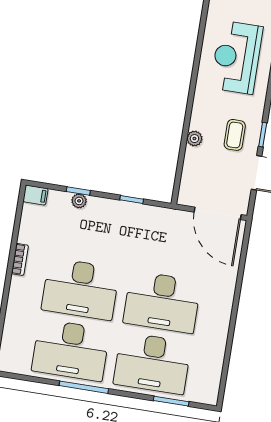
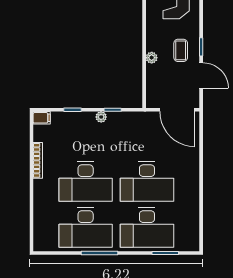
plant: (79, 201) -> (101, 117), moved
bookcase: (20, 259) -> (38, 160), width x1.56

